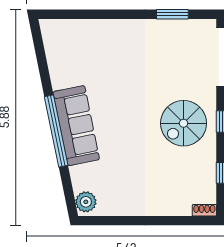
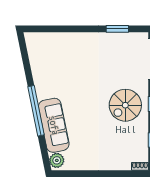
sofa: (76, 126) -> (54, 125), moved

